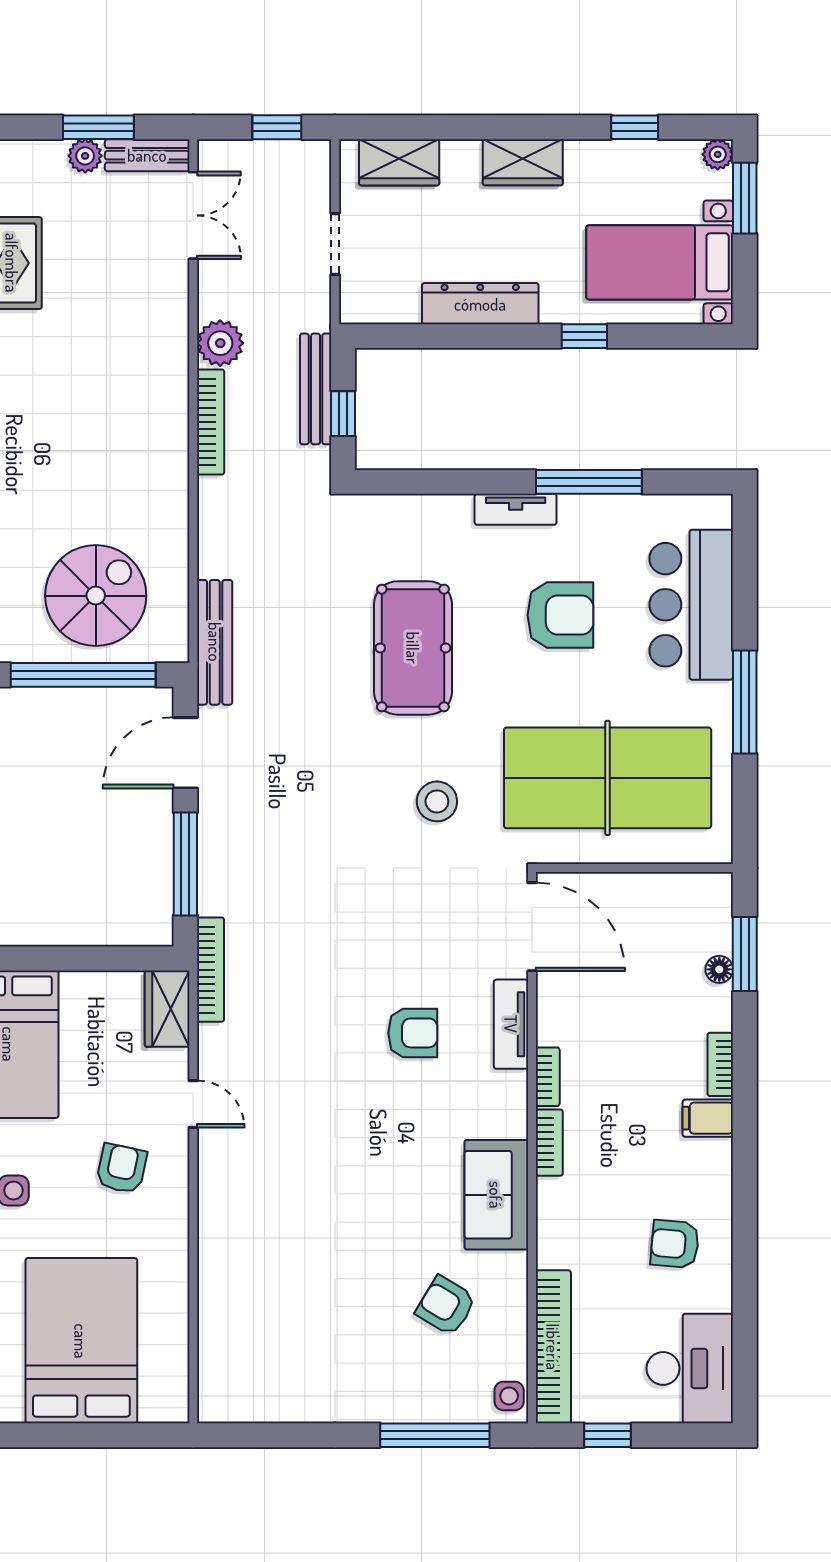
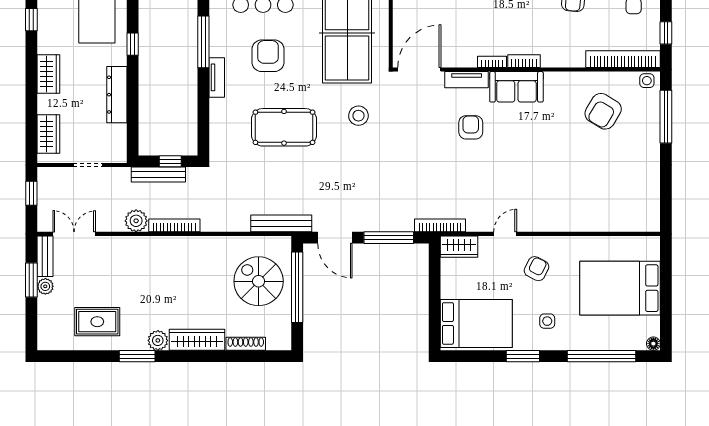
armchair: (122, 1168) -> (537, 269), turned 105
sofa: (496, 1195) -> (516, 87), moved
armchair: (446, 1306) -> (603, 111), width x1.38, depth x1.38

